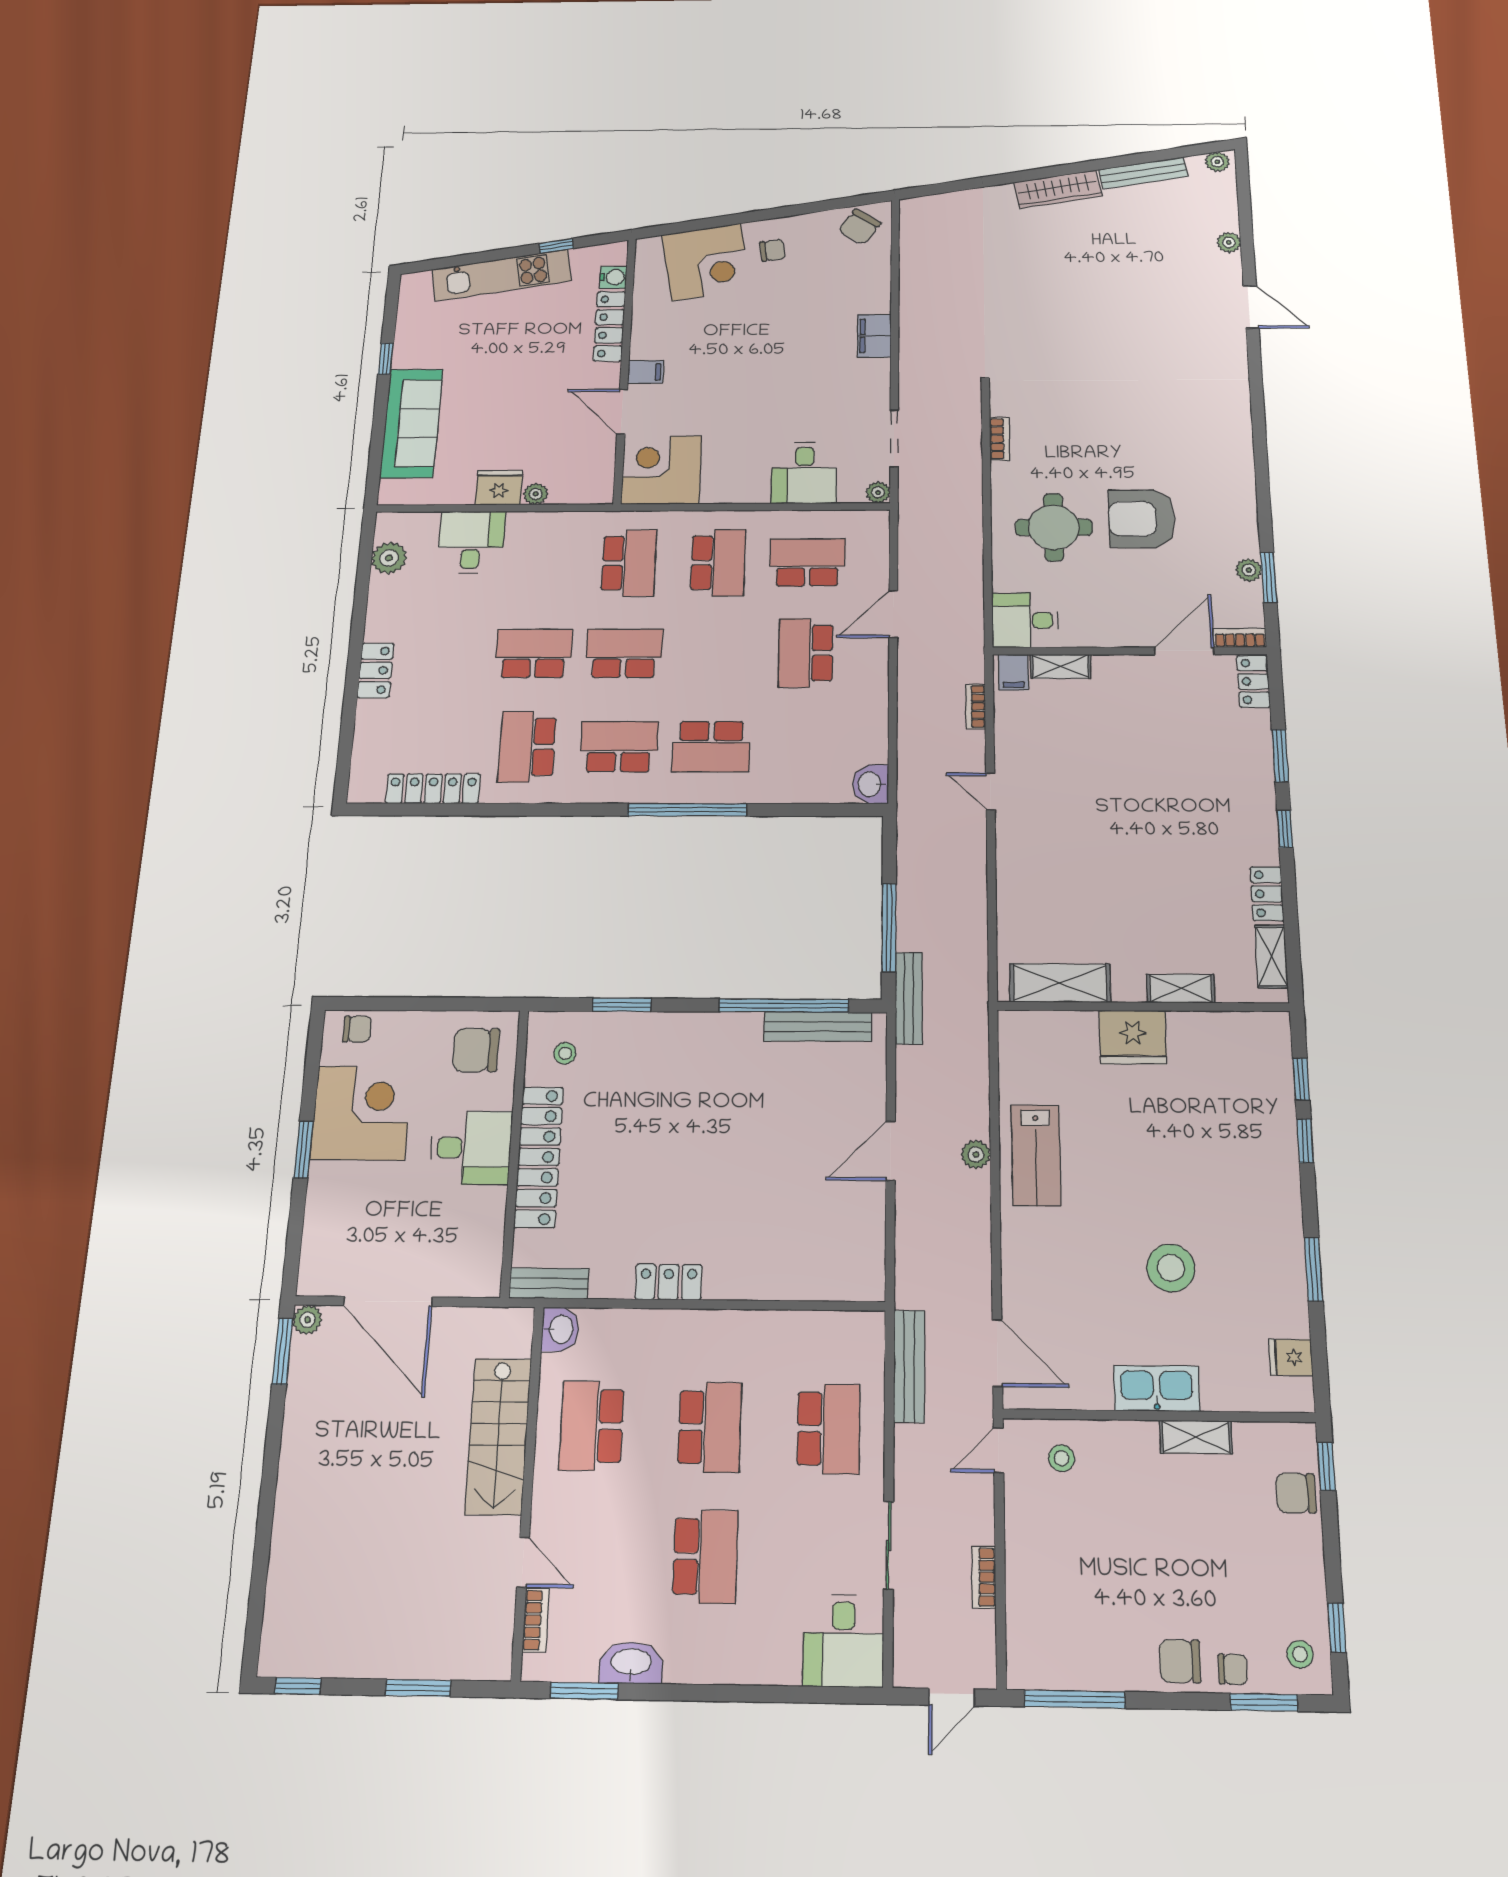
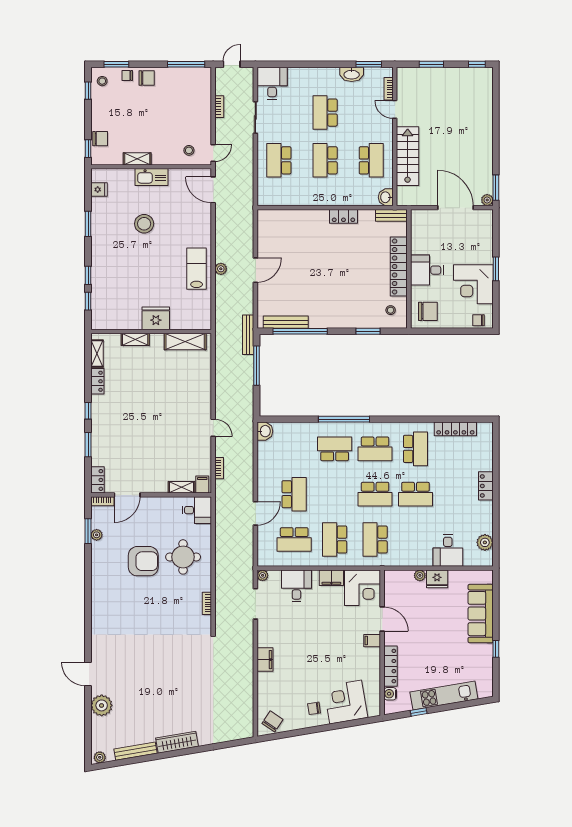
plant: (1229, 242) -> (102, 705), width x1.88, depth x1.88
filing cabinet: (728, 489) -> (331, 578), added
bench: (909, 1366) -> (248, 185), removed

